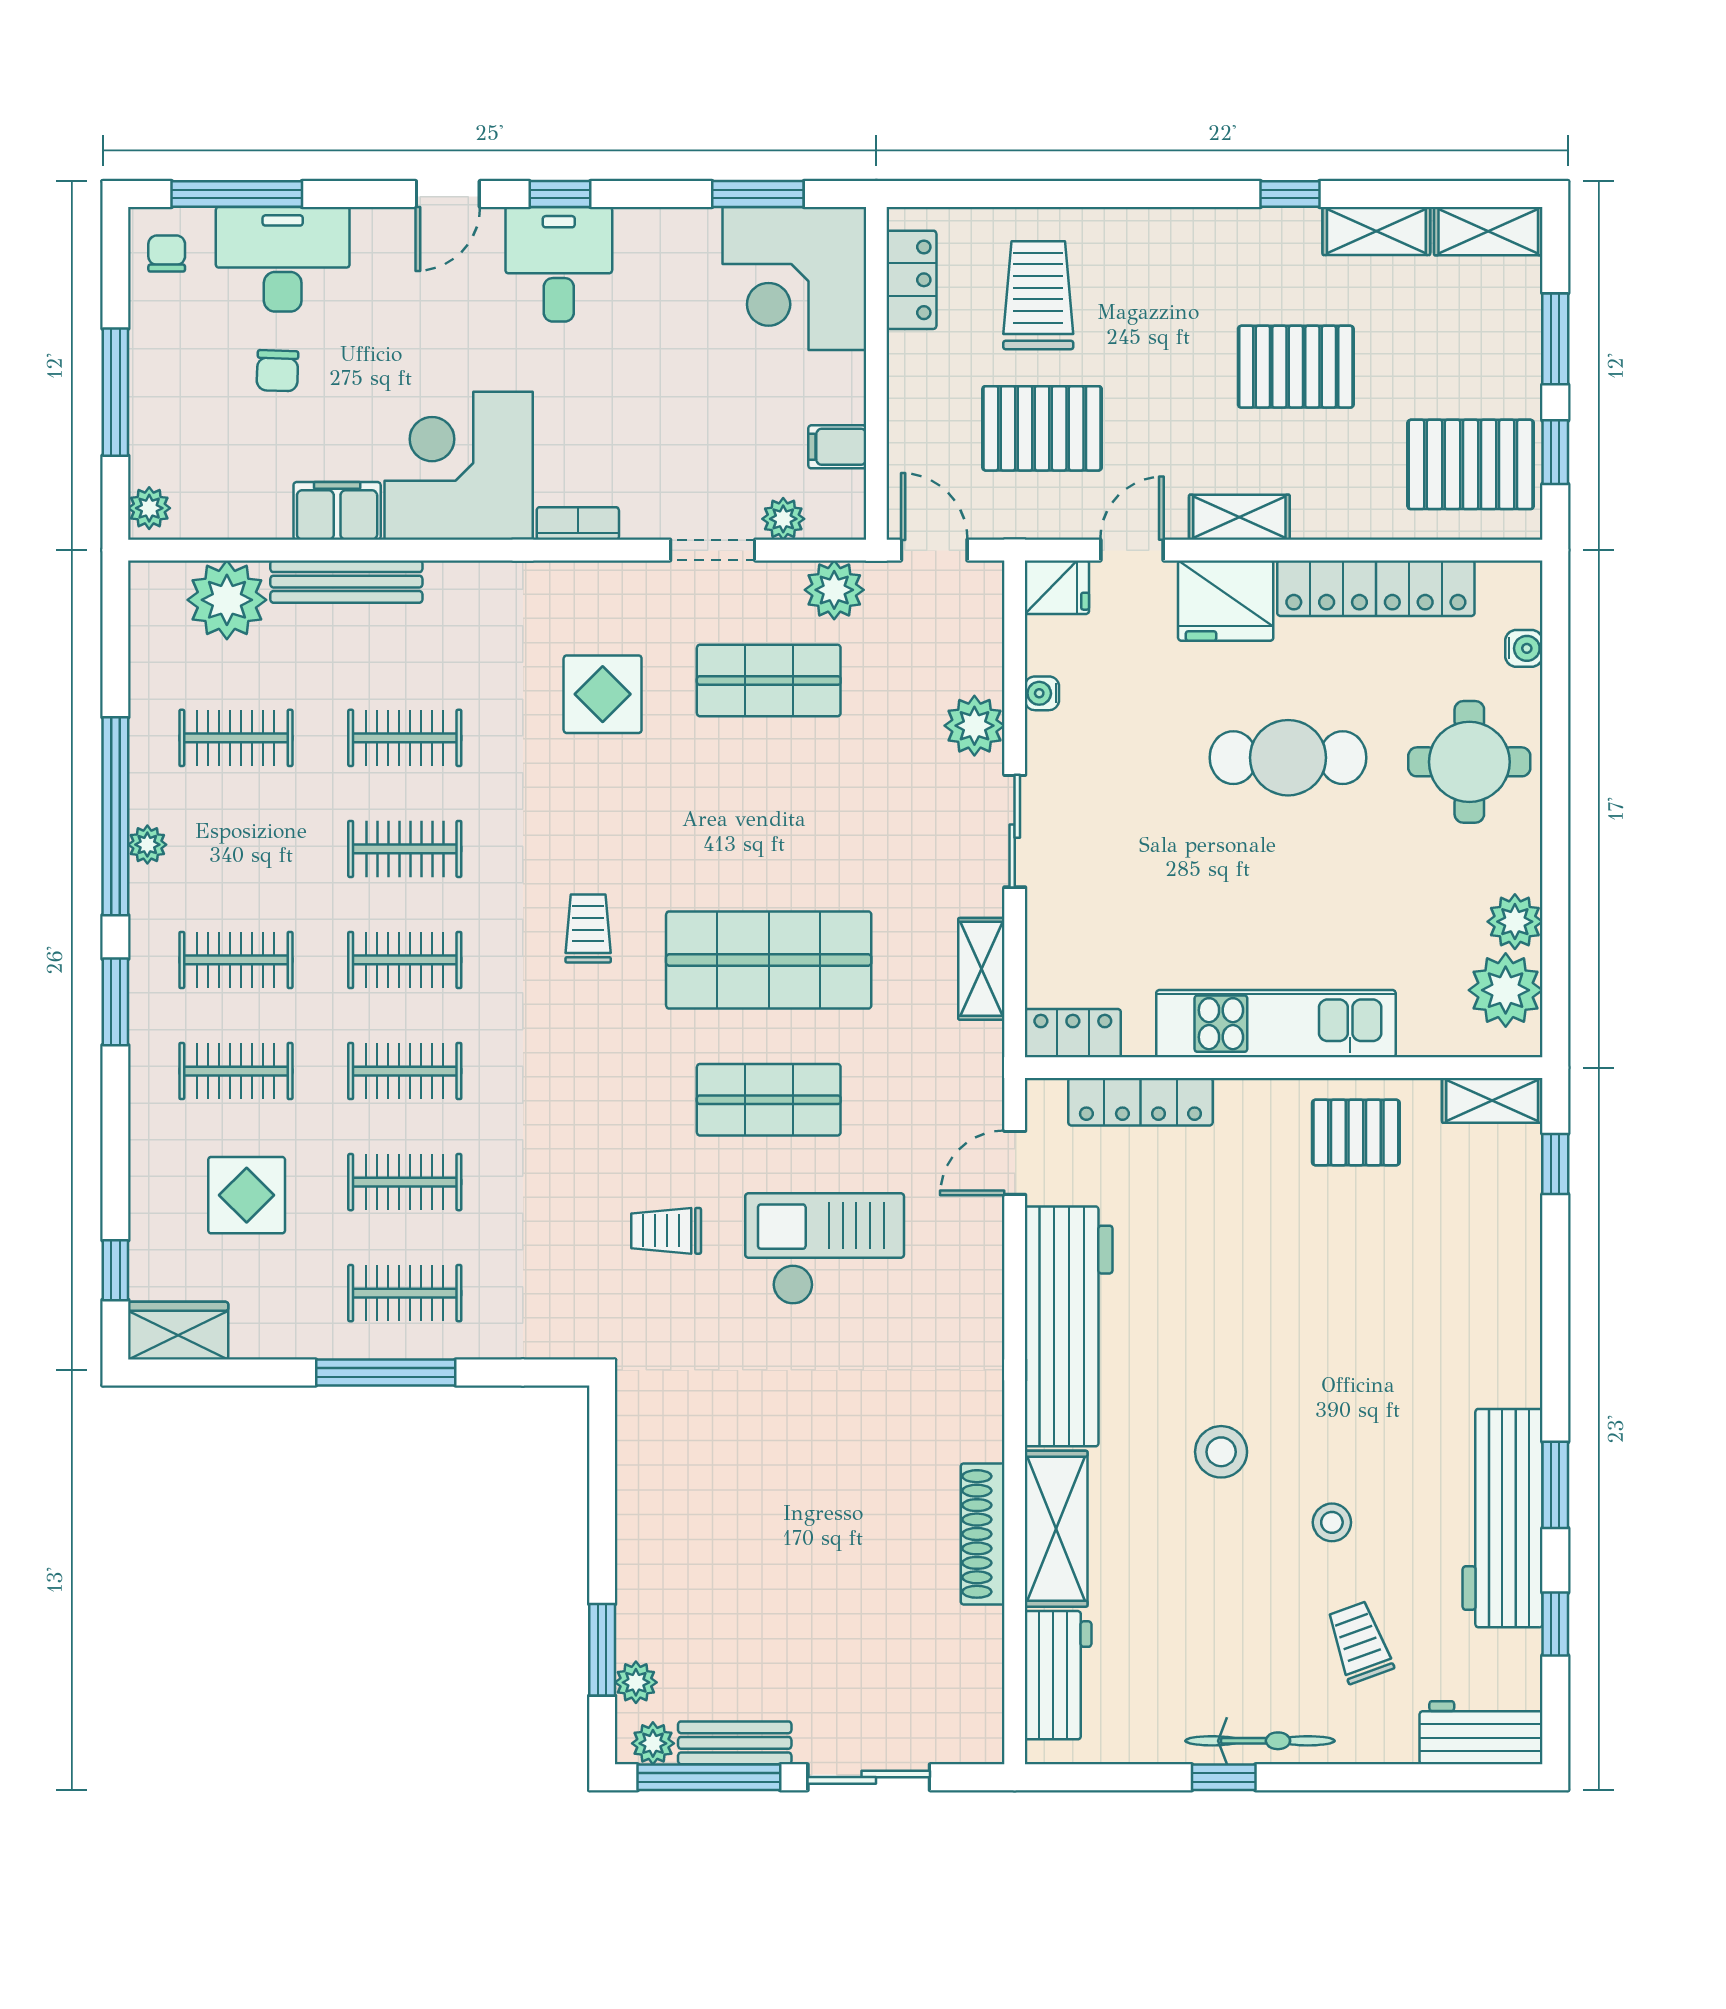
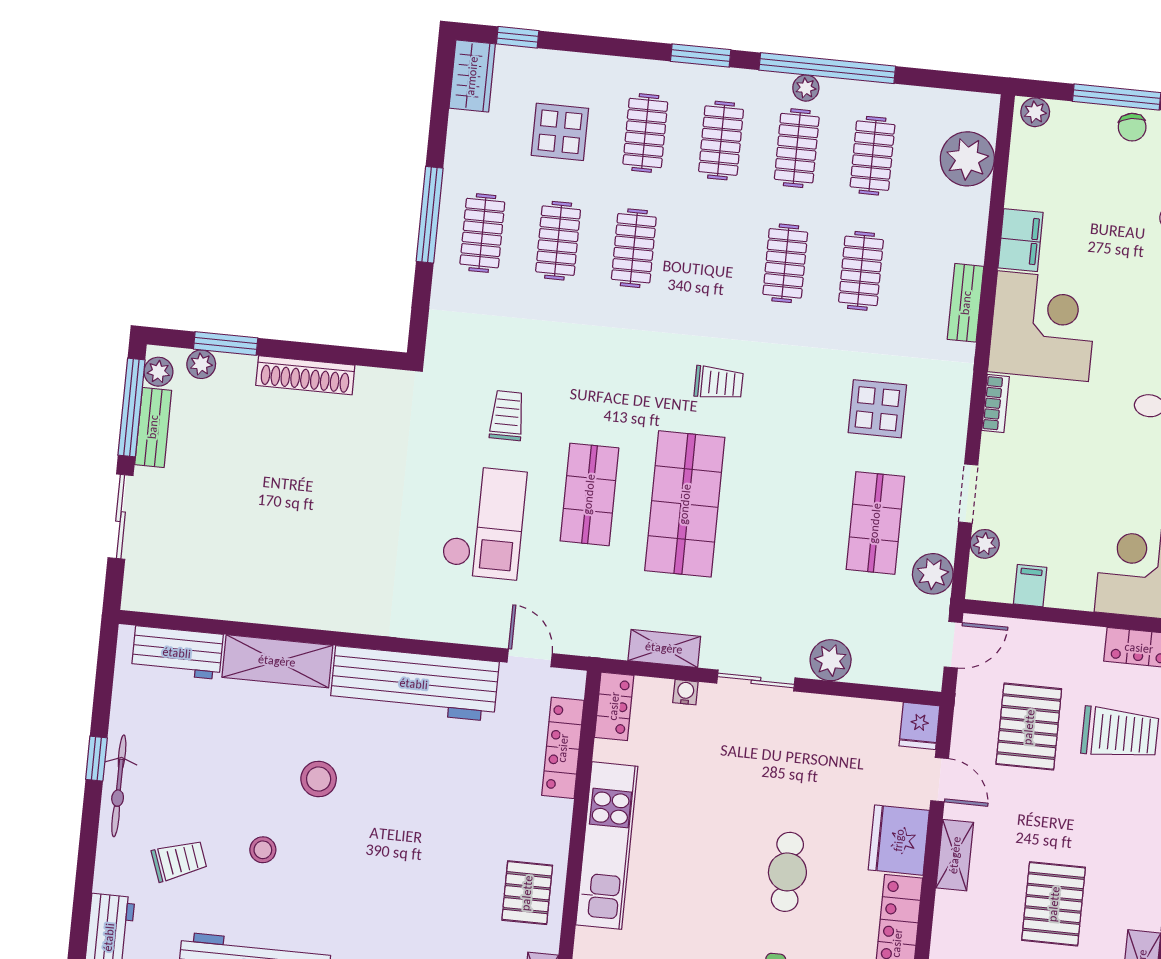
chair: (277, 371) -> (1132, 127), moved, turned -102
bench: (346, 582) -> (966, 303), moved, width x0.73
water cooler: (1042, 693) -> (685, 692), moved
cafe table: (1288, 758) -> (787, 872), width x0.73, depth x0.74
clothes rail: (405, 960) -> (797, 148), moved
shoe rack: (983, 1534) -> (305, 375), moved, turned 180

